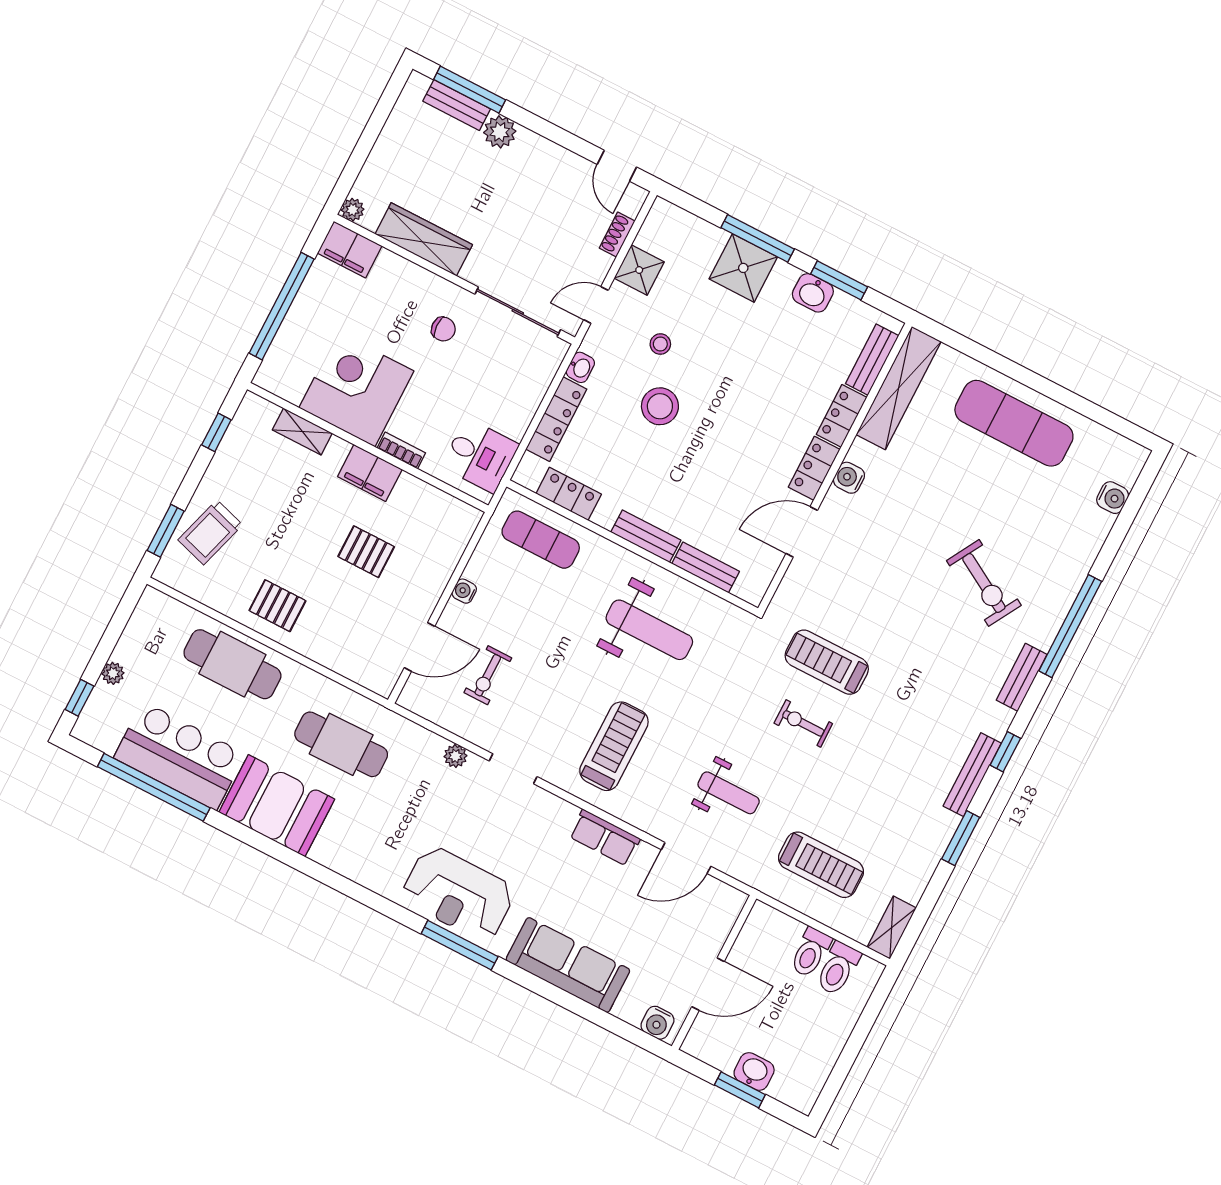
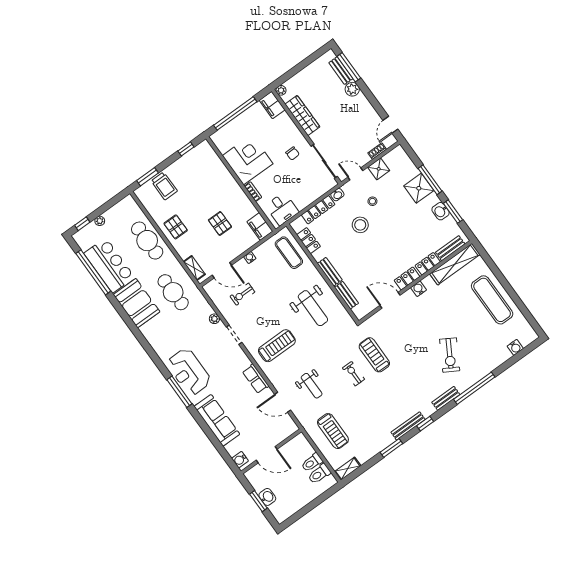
shelving: (302, 432) -> (194, 268), moved
filing cabinet: (370, 473) -> (260, 226), moved
trolley: (210, 532) -> (164, 186), turned -107

